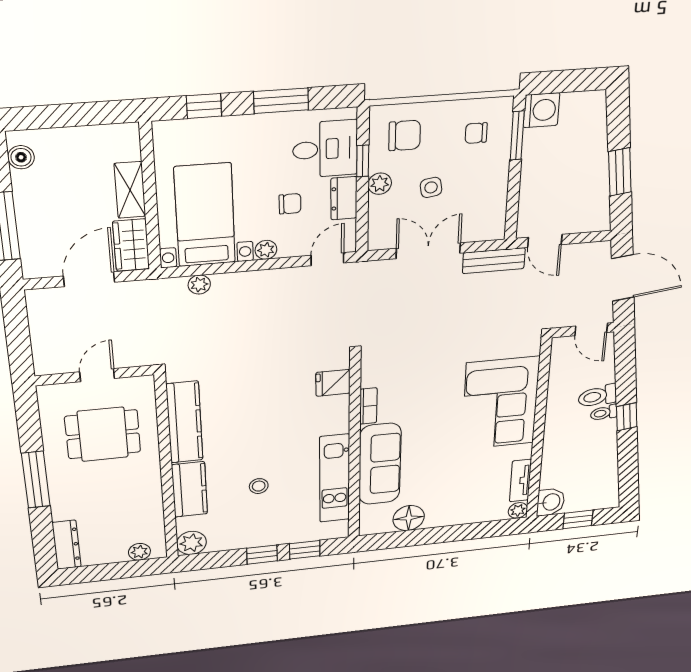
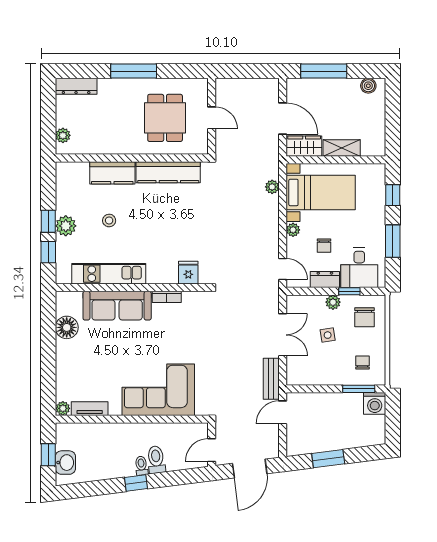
washbasin: (551, 502) -> (65, 463), moved, turned -90
plant: (192, 543) -> (66, 226), moved

